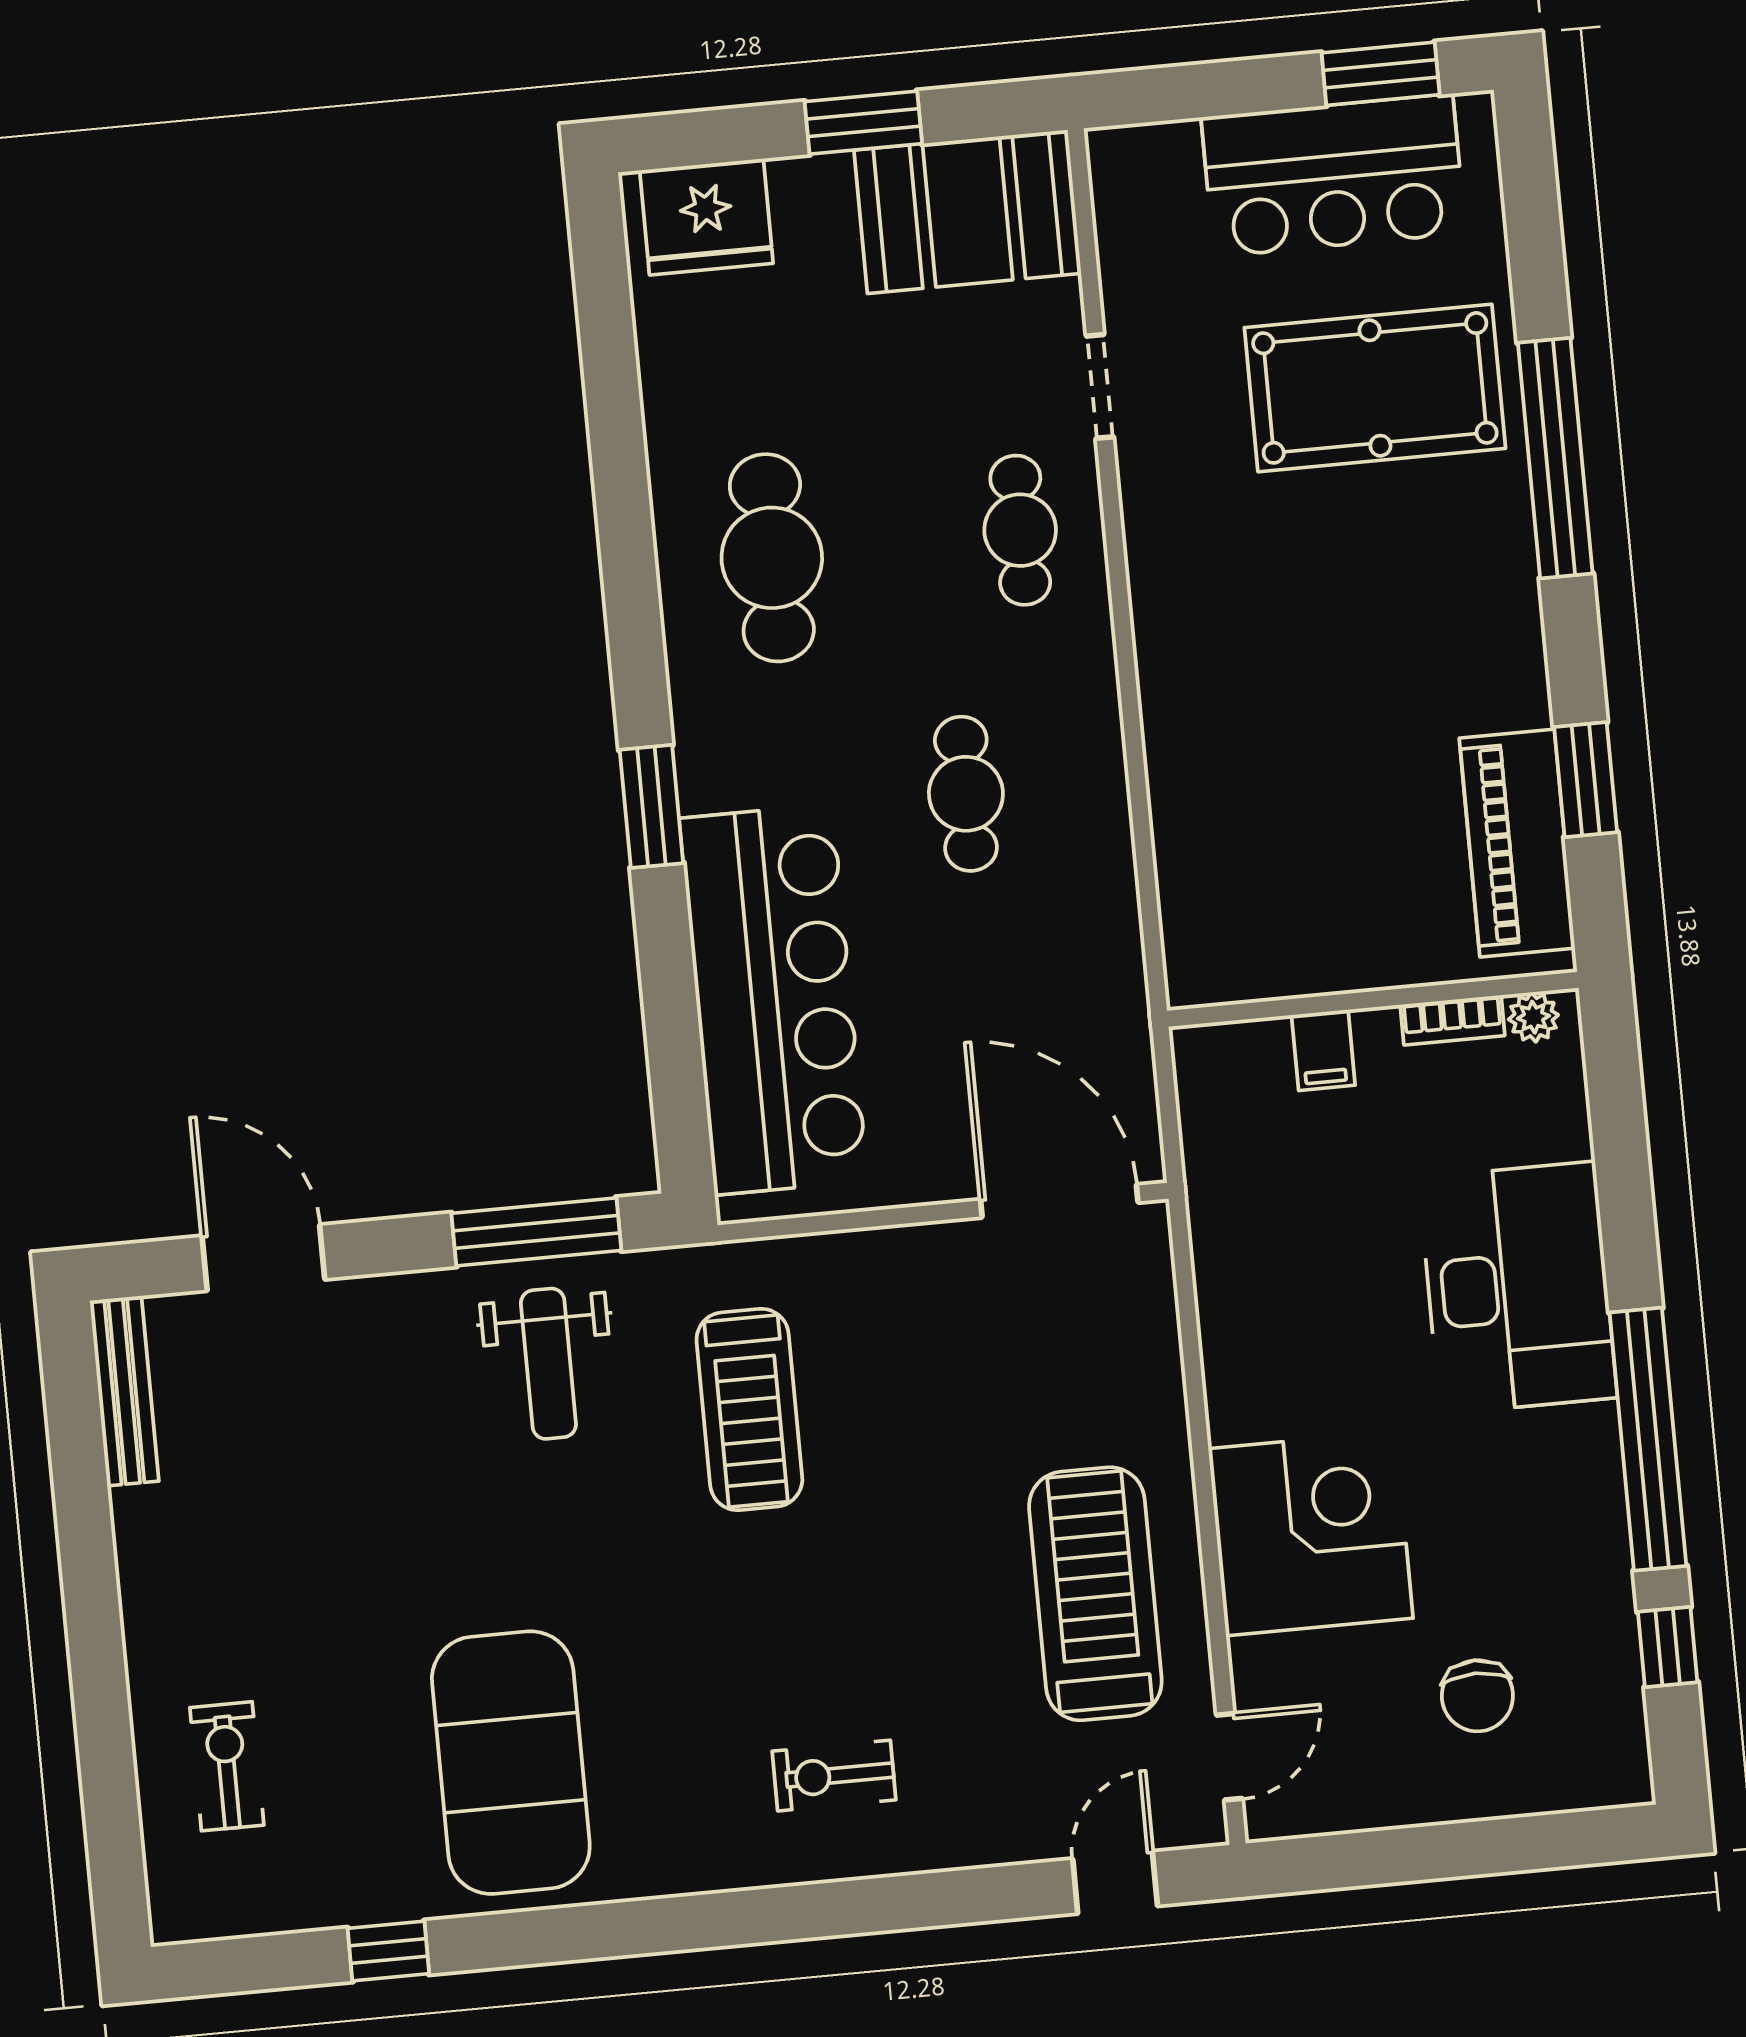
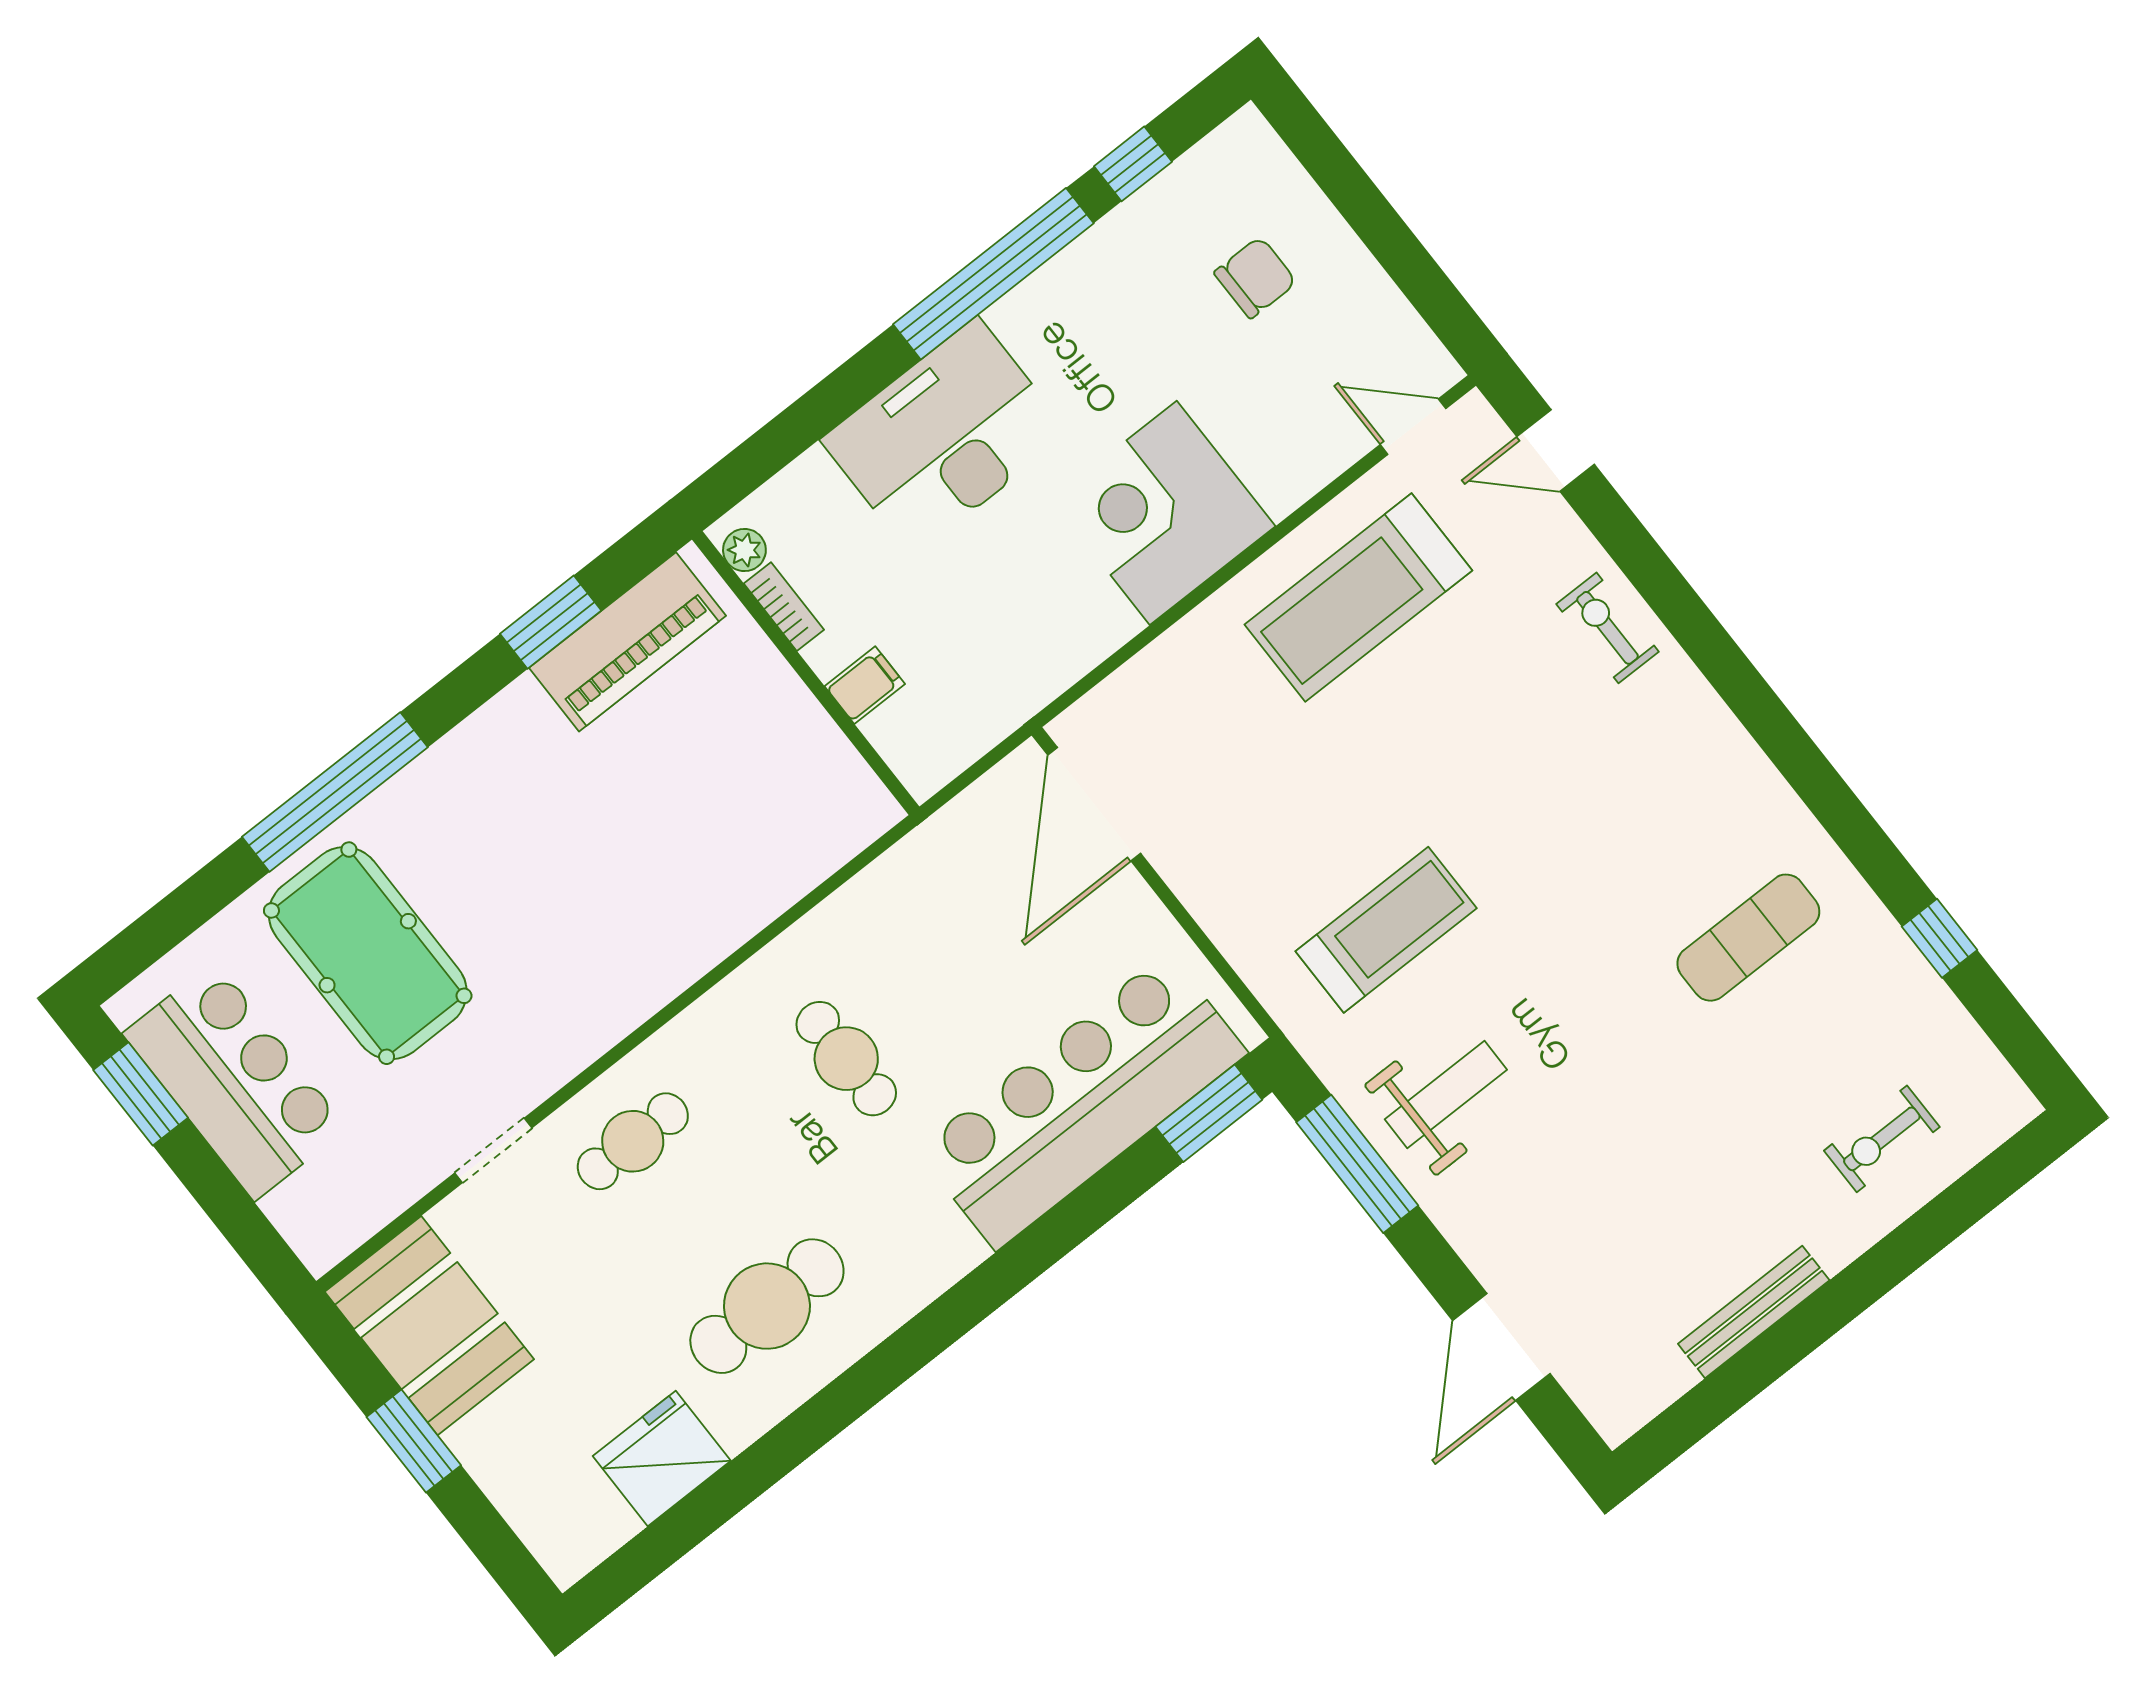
fridge: (706, 217) -> (662, 1458), moved, turned -90
cafe table: (966, 794) -> (846, 1059), turned 90
window: (651, 806) -> (1209, 1113), moved
bench: (124, 1391) -> (1754, 1312), moved
corner desk: (1311, 1533) -> (1163, 513), moved
exercise mat: (511, 1763) -> (1748, 938), width x0.50, depth x0.69
exercise bike: (834, 1776) -> (1608, 628), moved, turned 180

